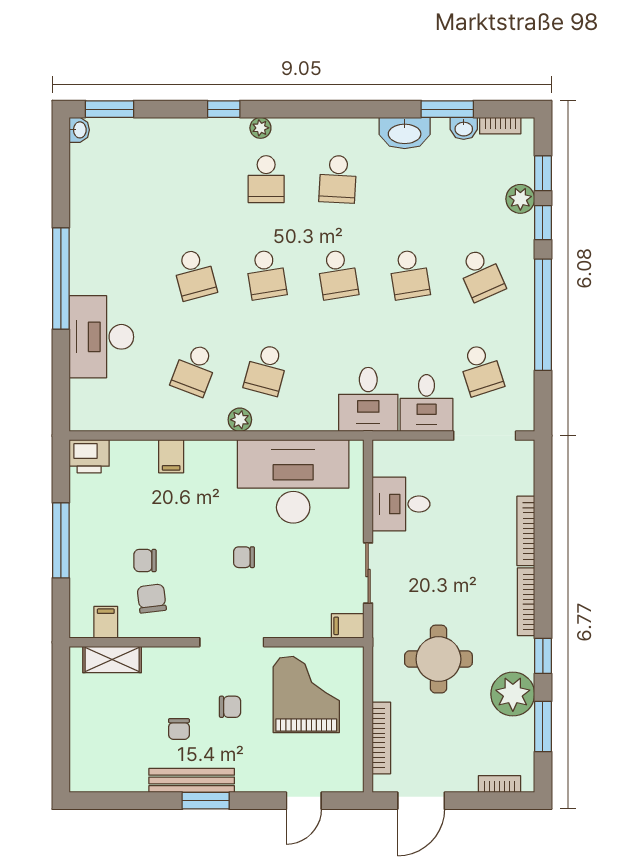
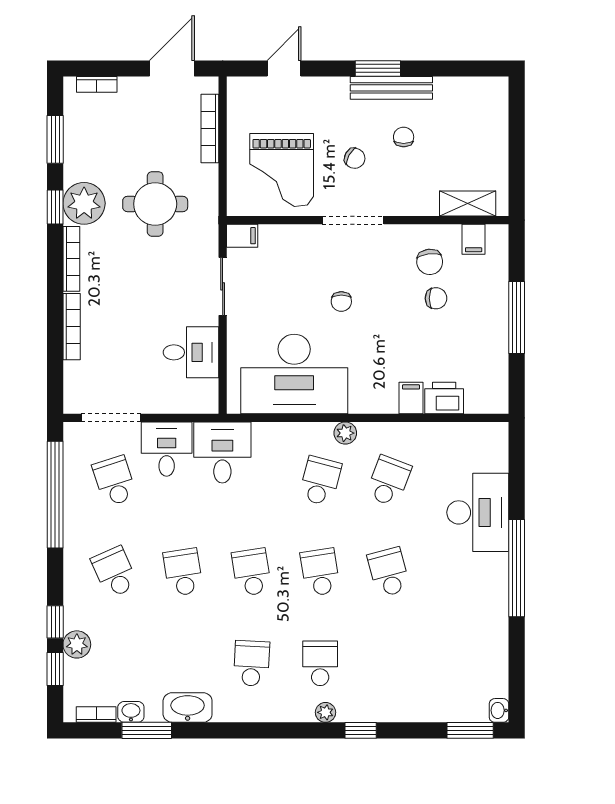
window: (543, 315) -> (55, 495), moved
printer: (89, 456) -> (444, 398), moved
chair: (244, 557) -> (341, 302), turned 90
plant: (513, 694) -> (84, 203), moved
chair: (230, 707) -> (355, 158), turned -151

